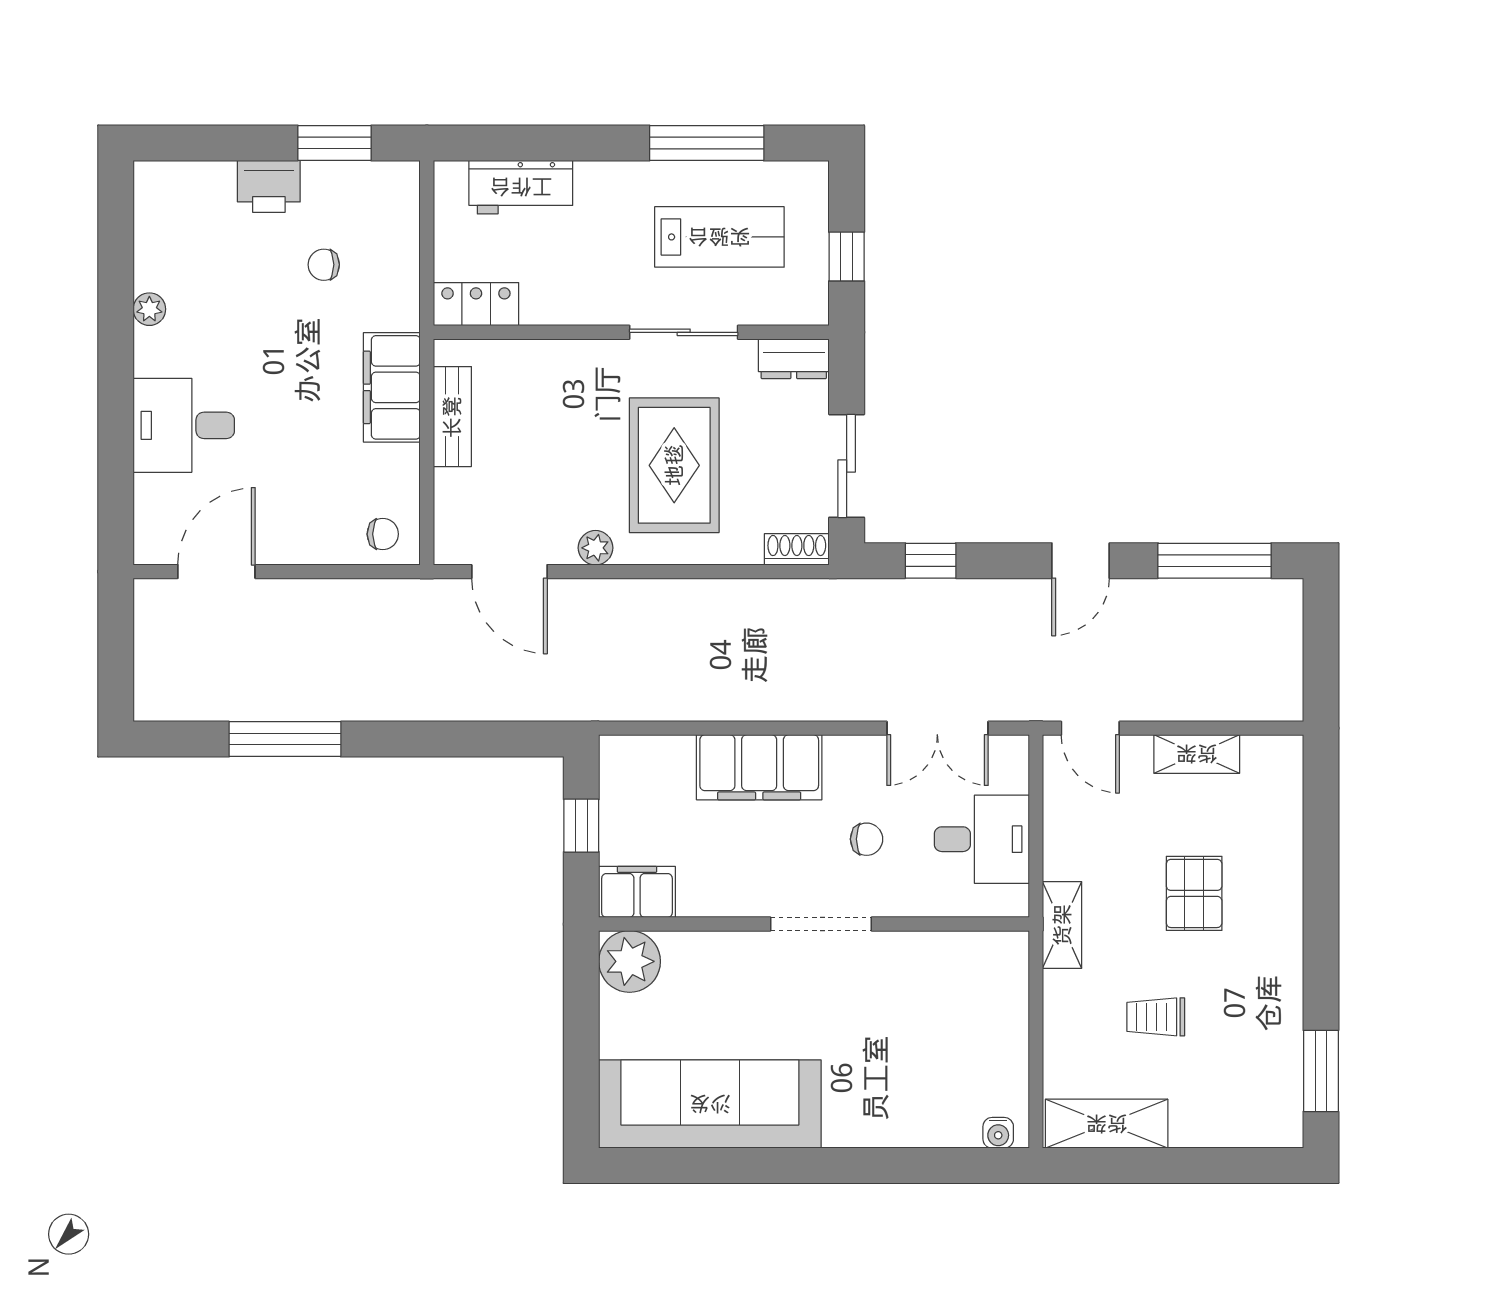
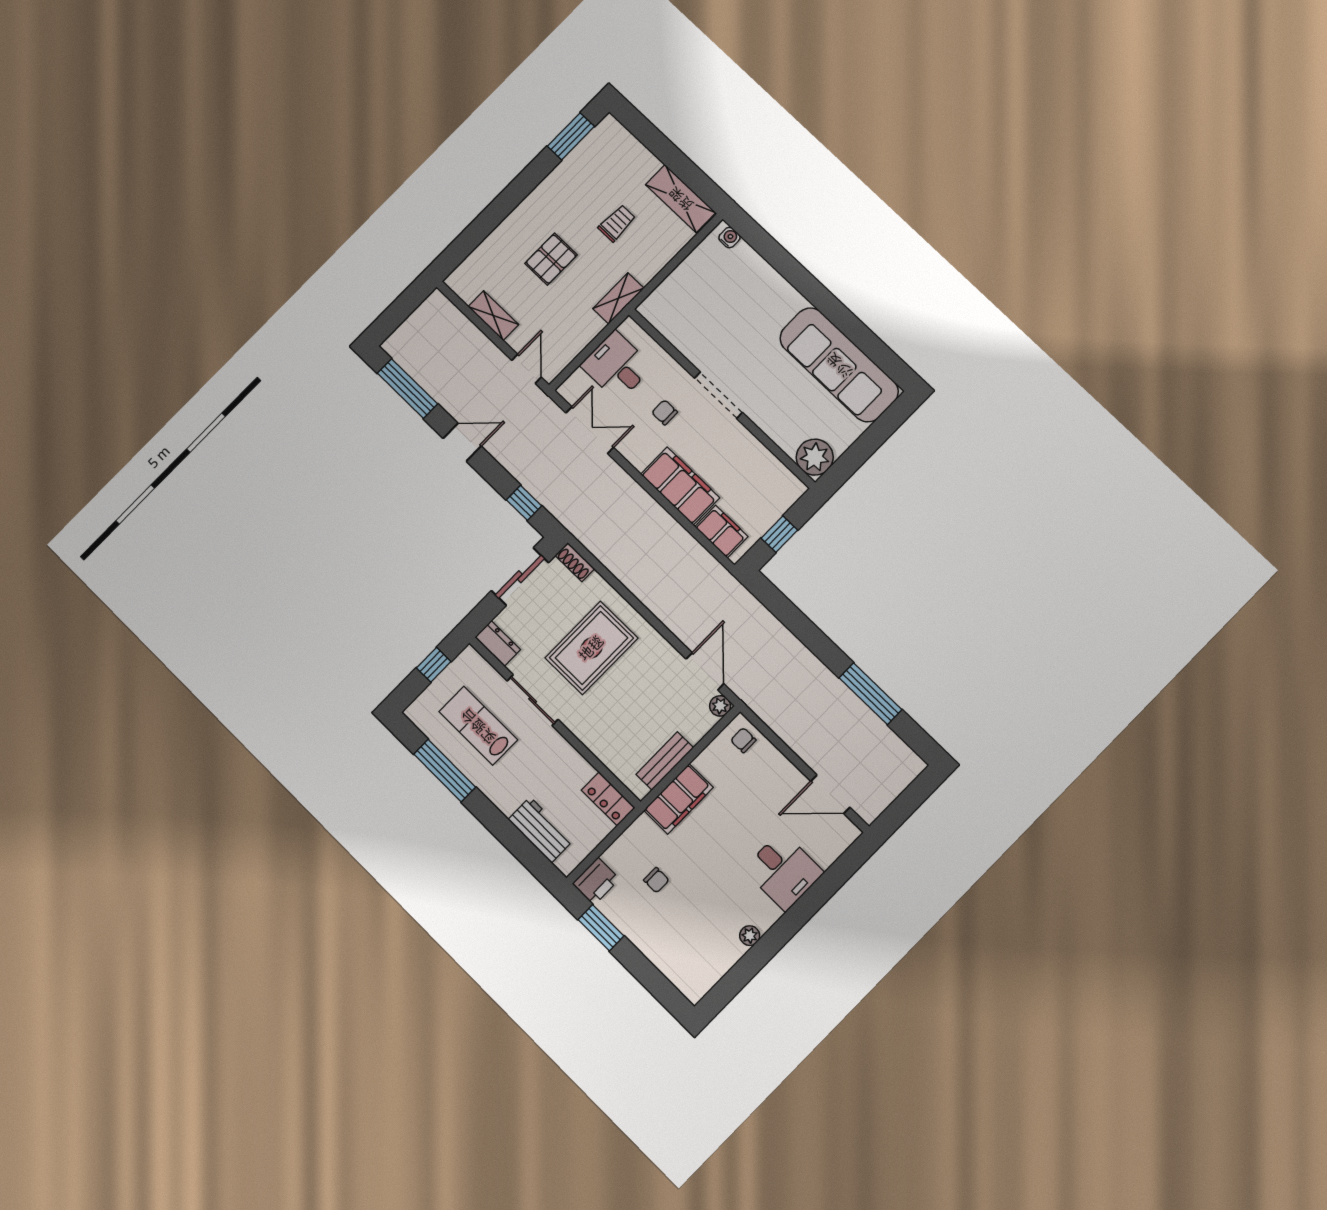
printer: (269, 186) -> (596, 881), moved, turned 90
plant: (596, 548) -> (720, 706), moved
filing cabinet: (637, 892) -> (721, 532), moved, turned 180
trolley: (1156, 1017) -> (617, 223), turned -90

